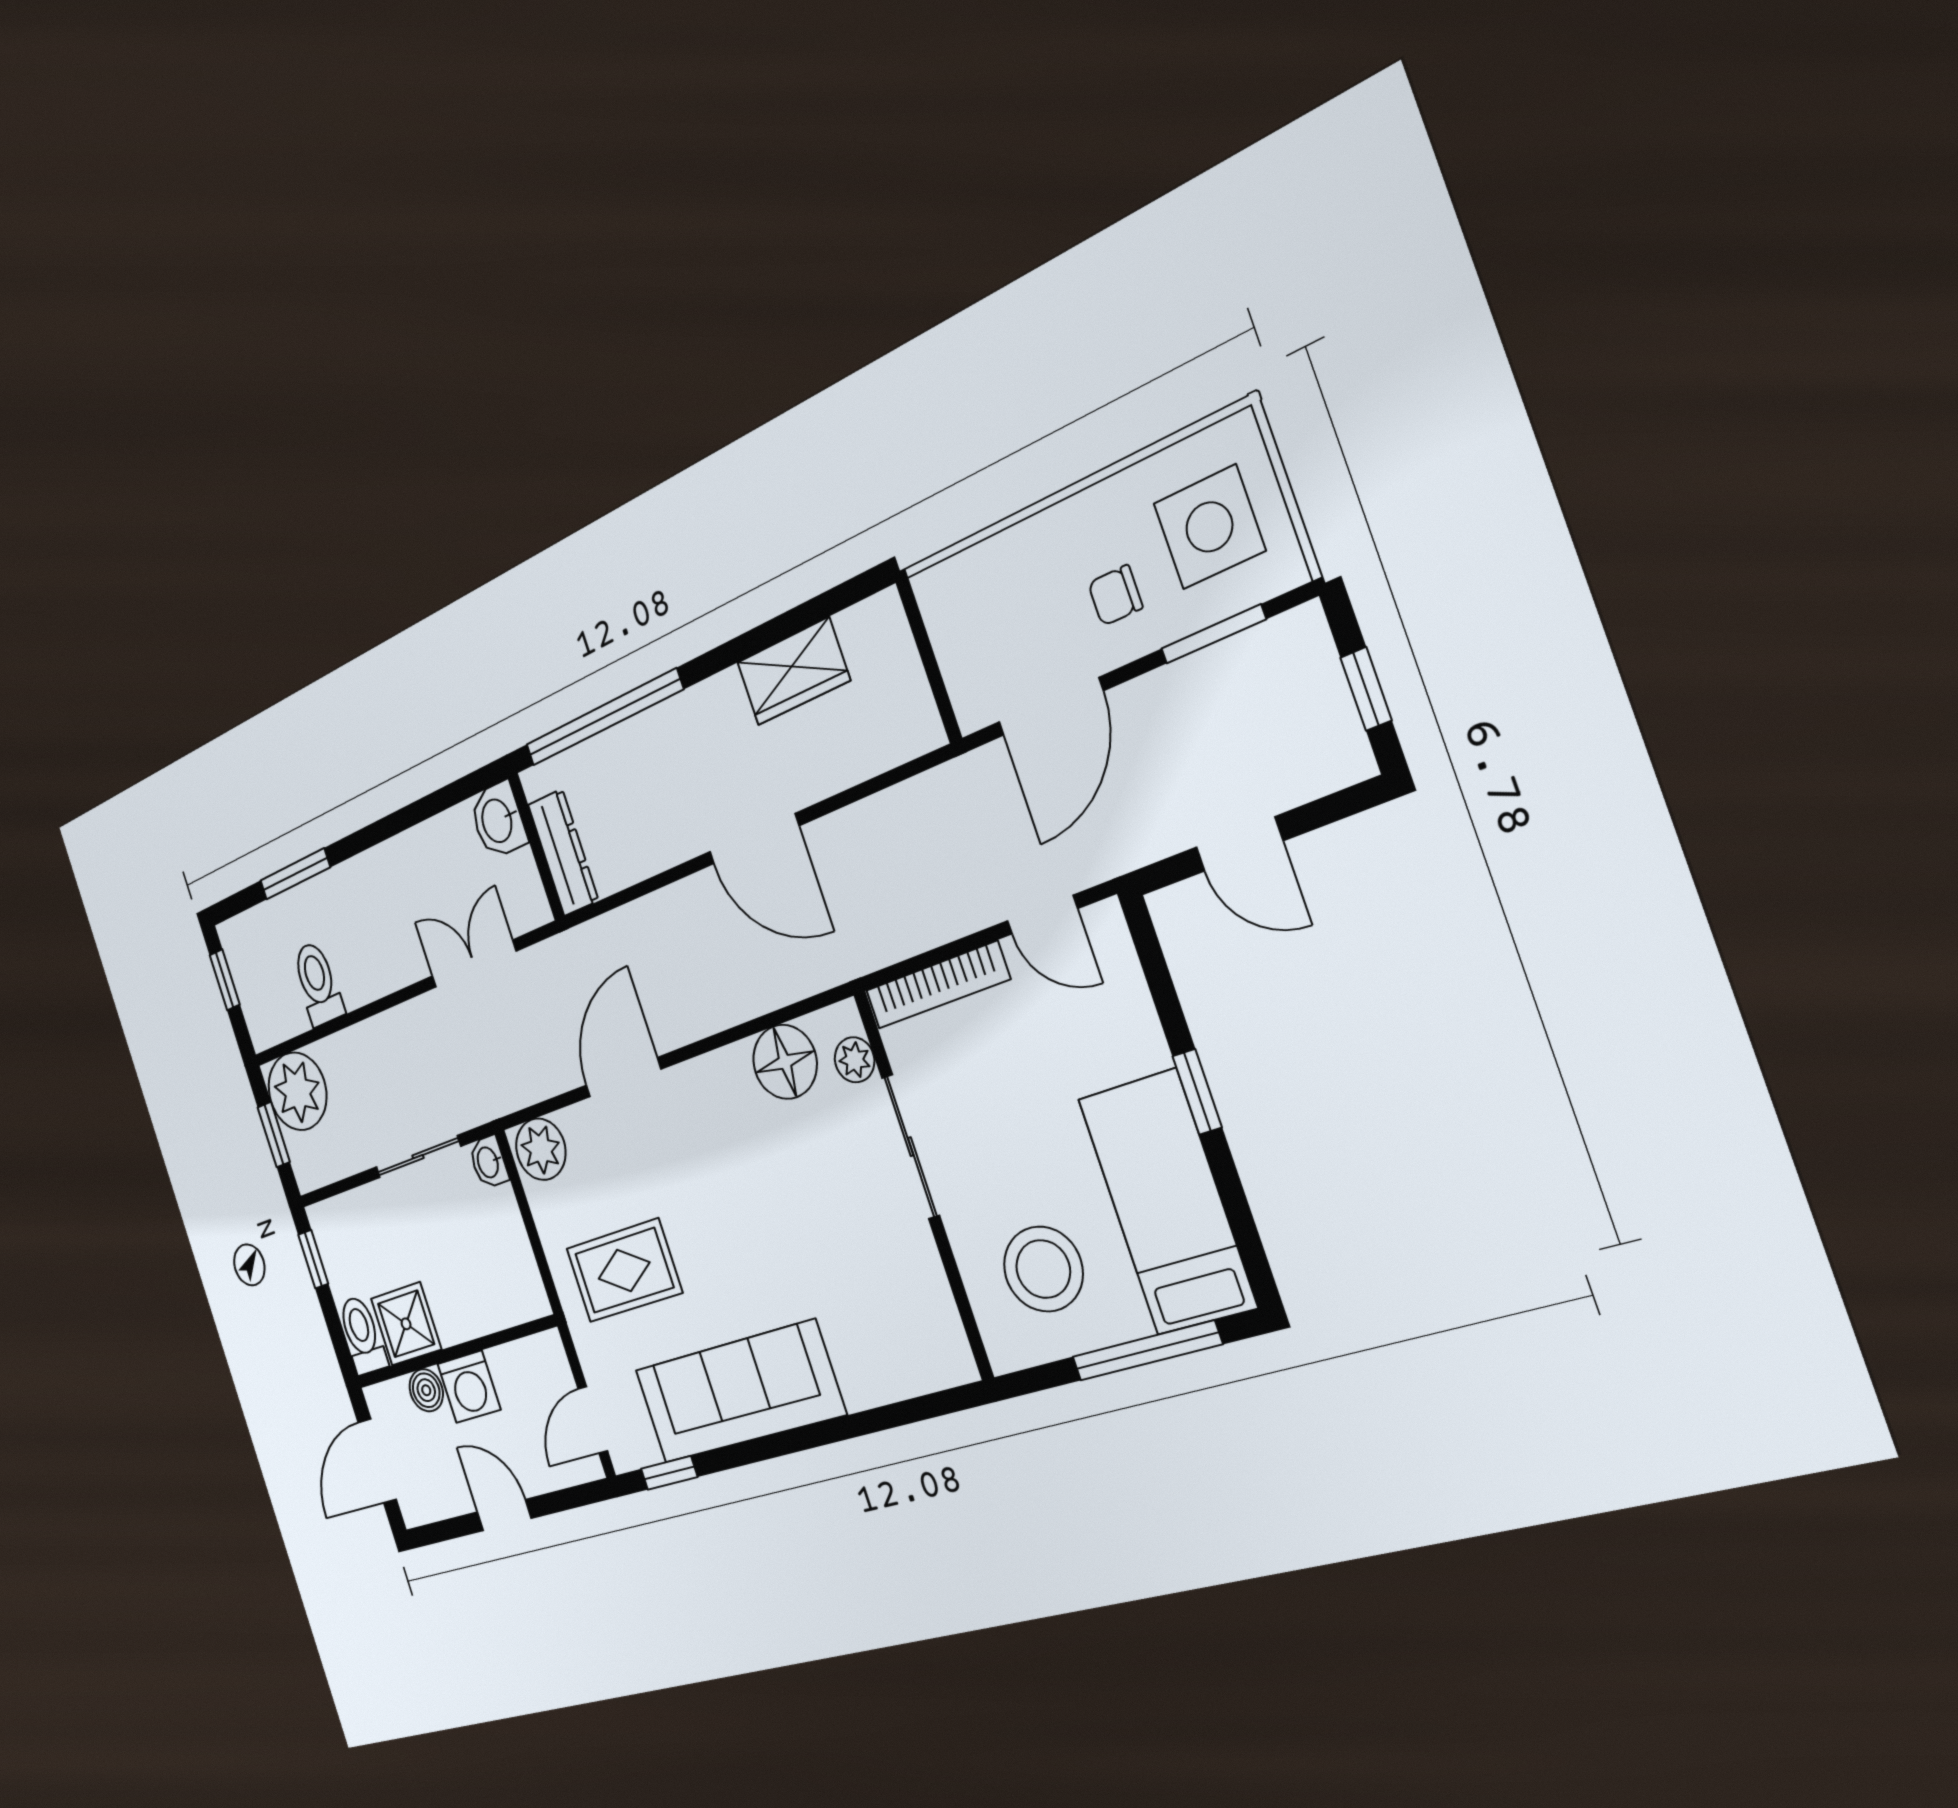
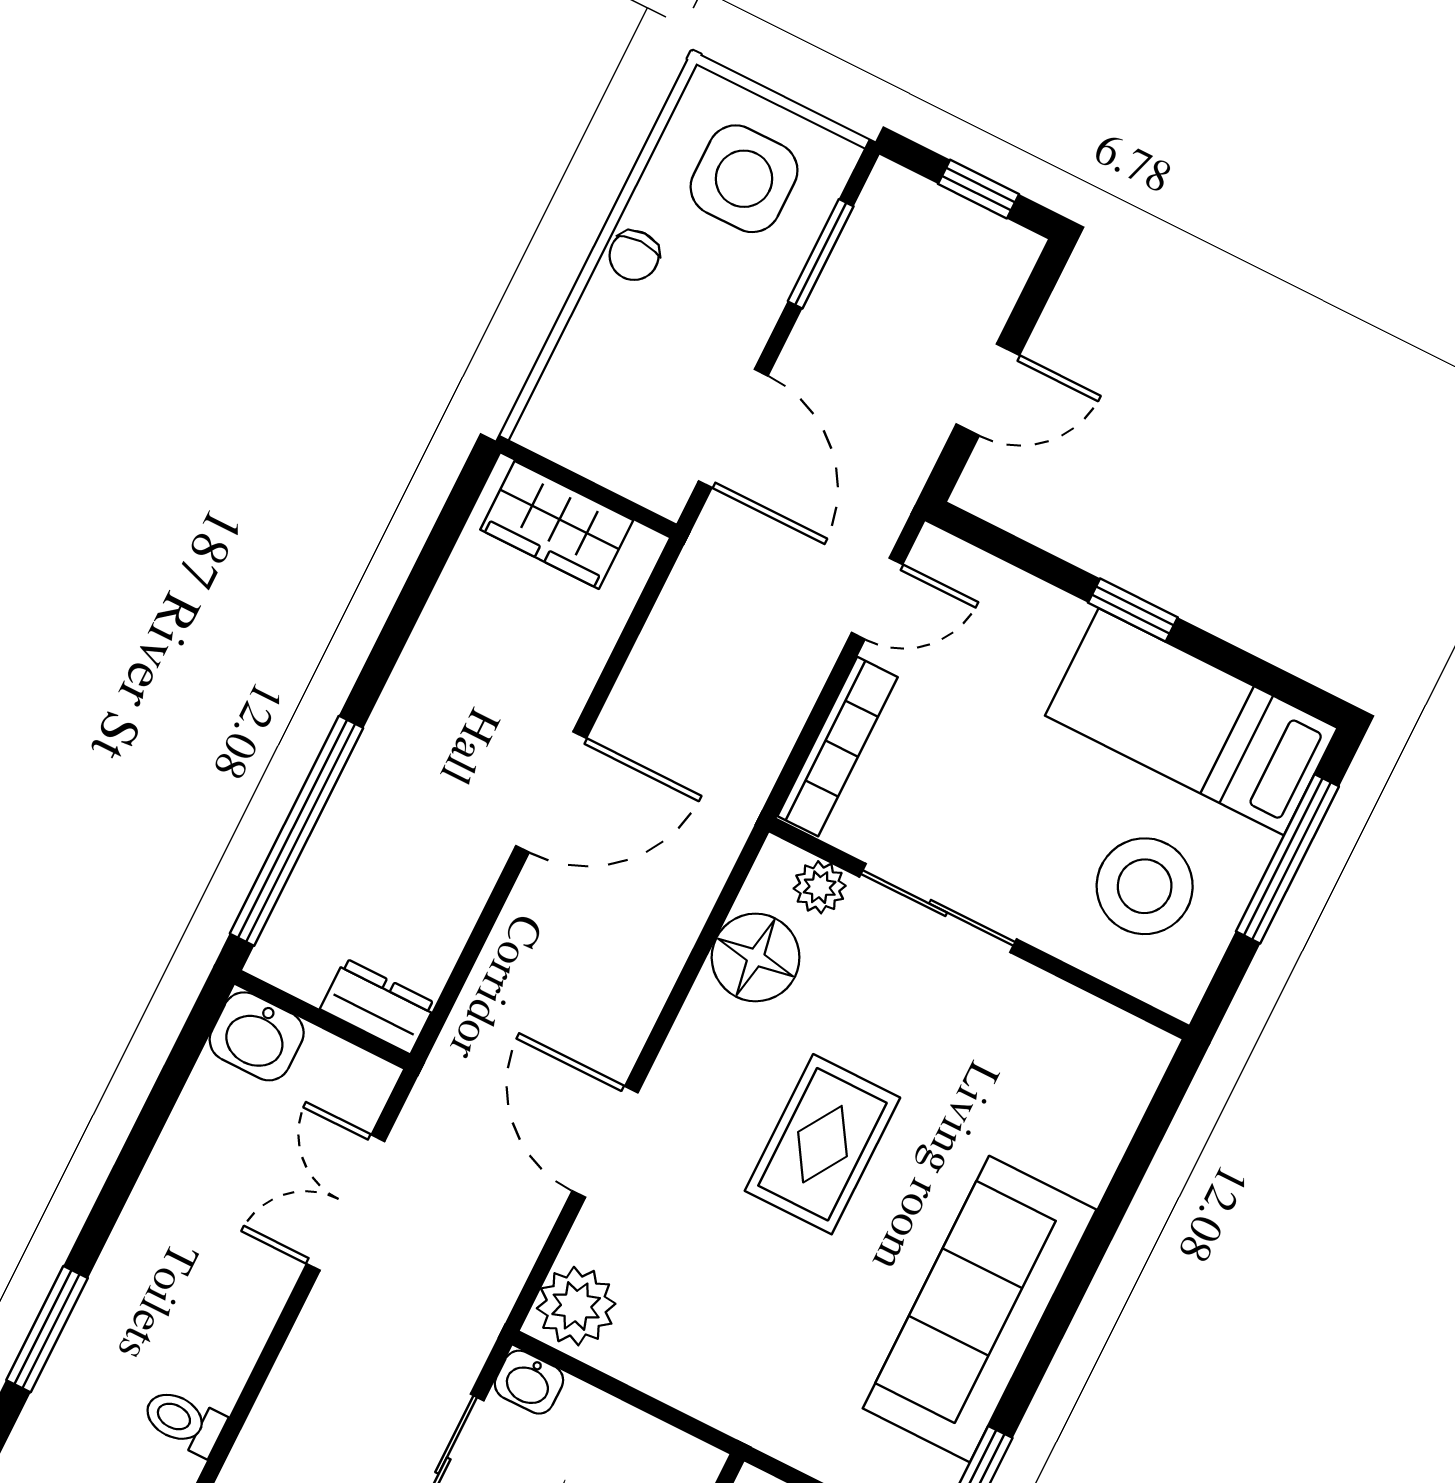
chair: (1115, 595) -> (634, 255), moved
wardrobe: (793, 671) -> (557, 525), moved, turned 90
dresser: (563, 853) -> (378, 1006), width x0.70
toilet: (318, 984) -> (184, 1421), width x0.73, depth x0.72
rug: (624, 1270) -> (822, 1144), moved

